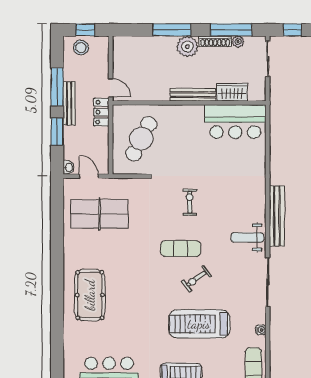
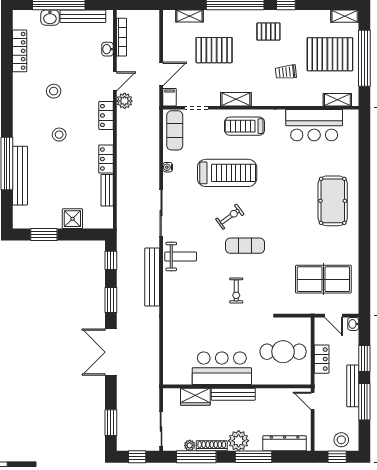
dresser: (140, 44) -> (285, 443), added
locker: (101, 112) -> (322, 359), moved
bar counter: (235, 122) -> (222, 368), moved
cafe table: (141, 139) -> (283, 352), turned 63

